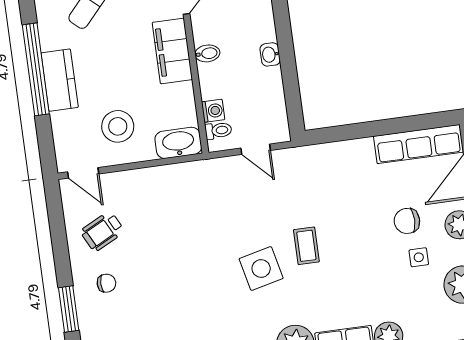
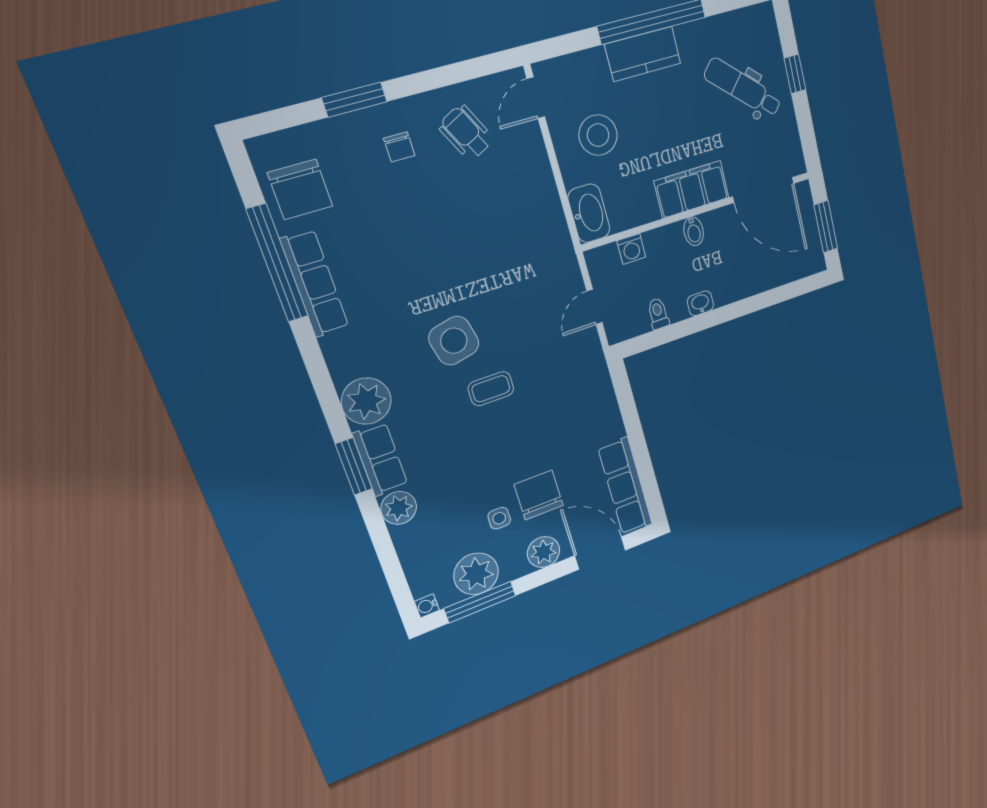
toilet: (218, 130) -> (658, 314), moved, turned 180
chair: (407, 221) -> (539, 495), width x1.37, depth x1.37

